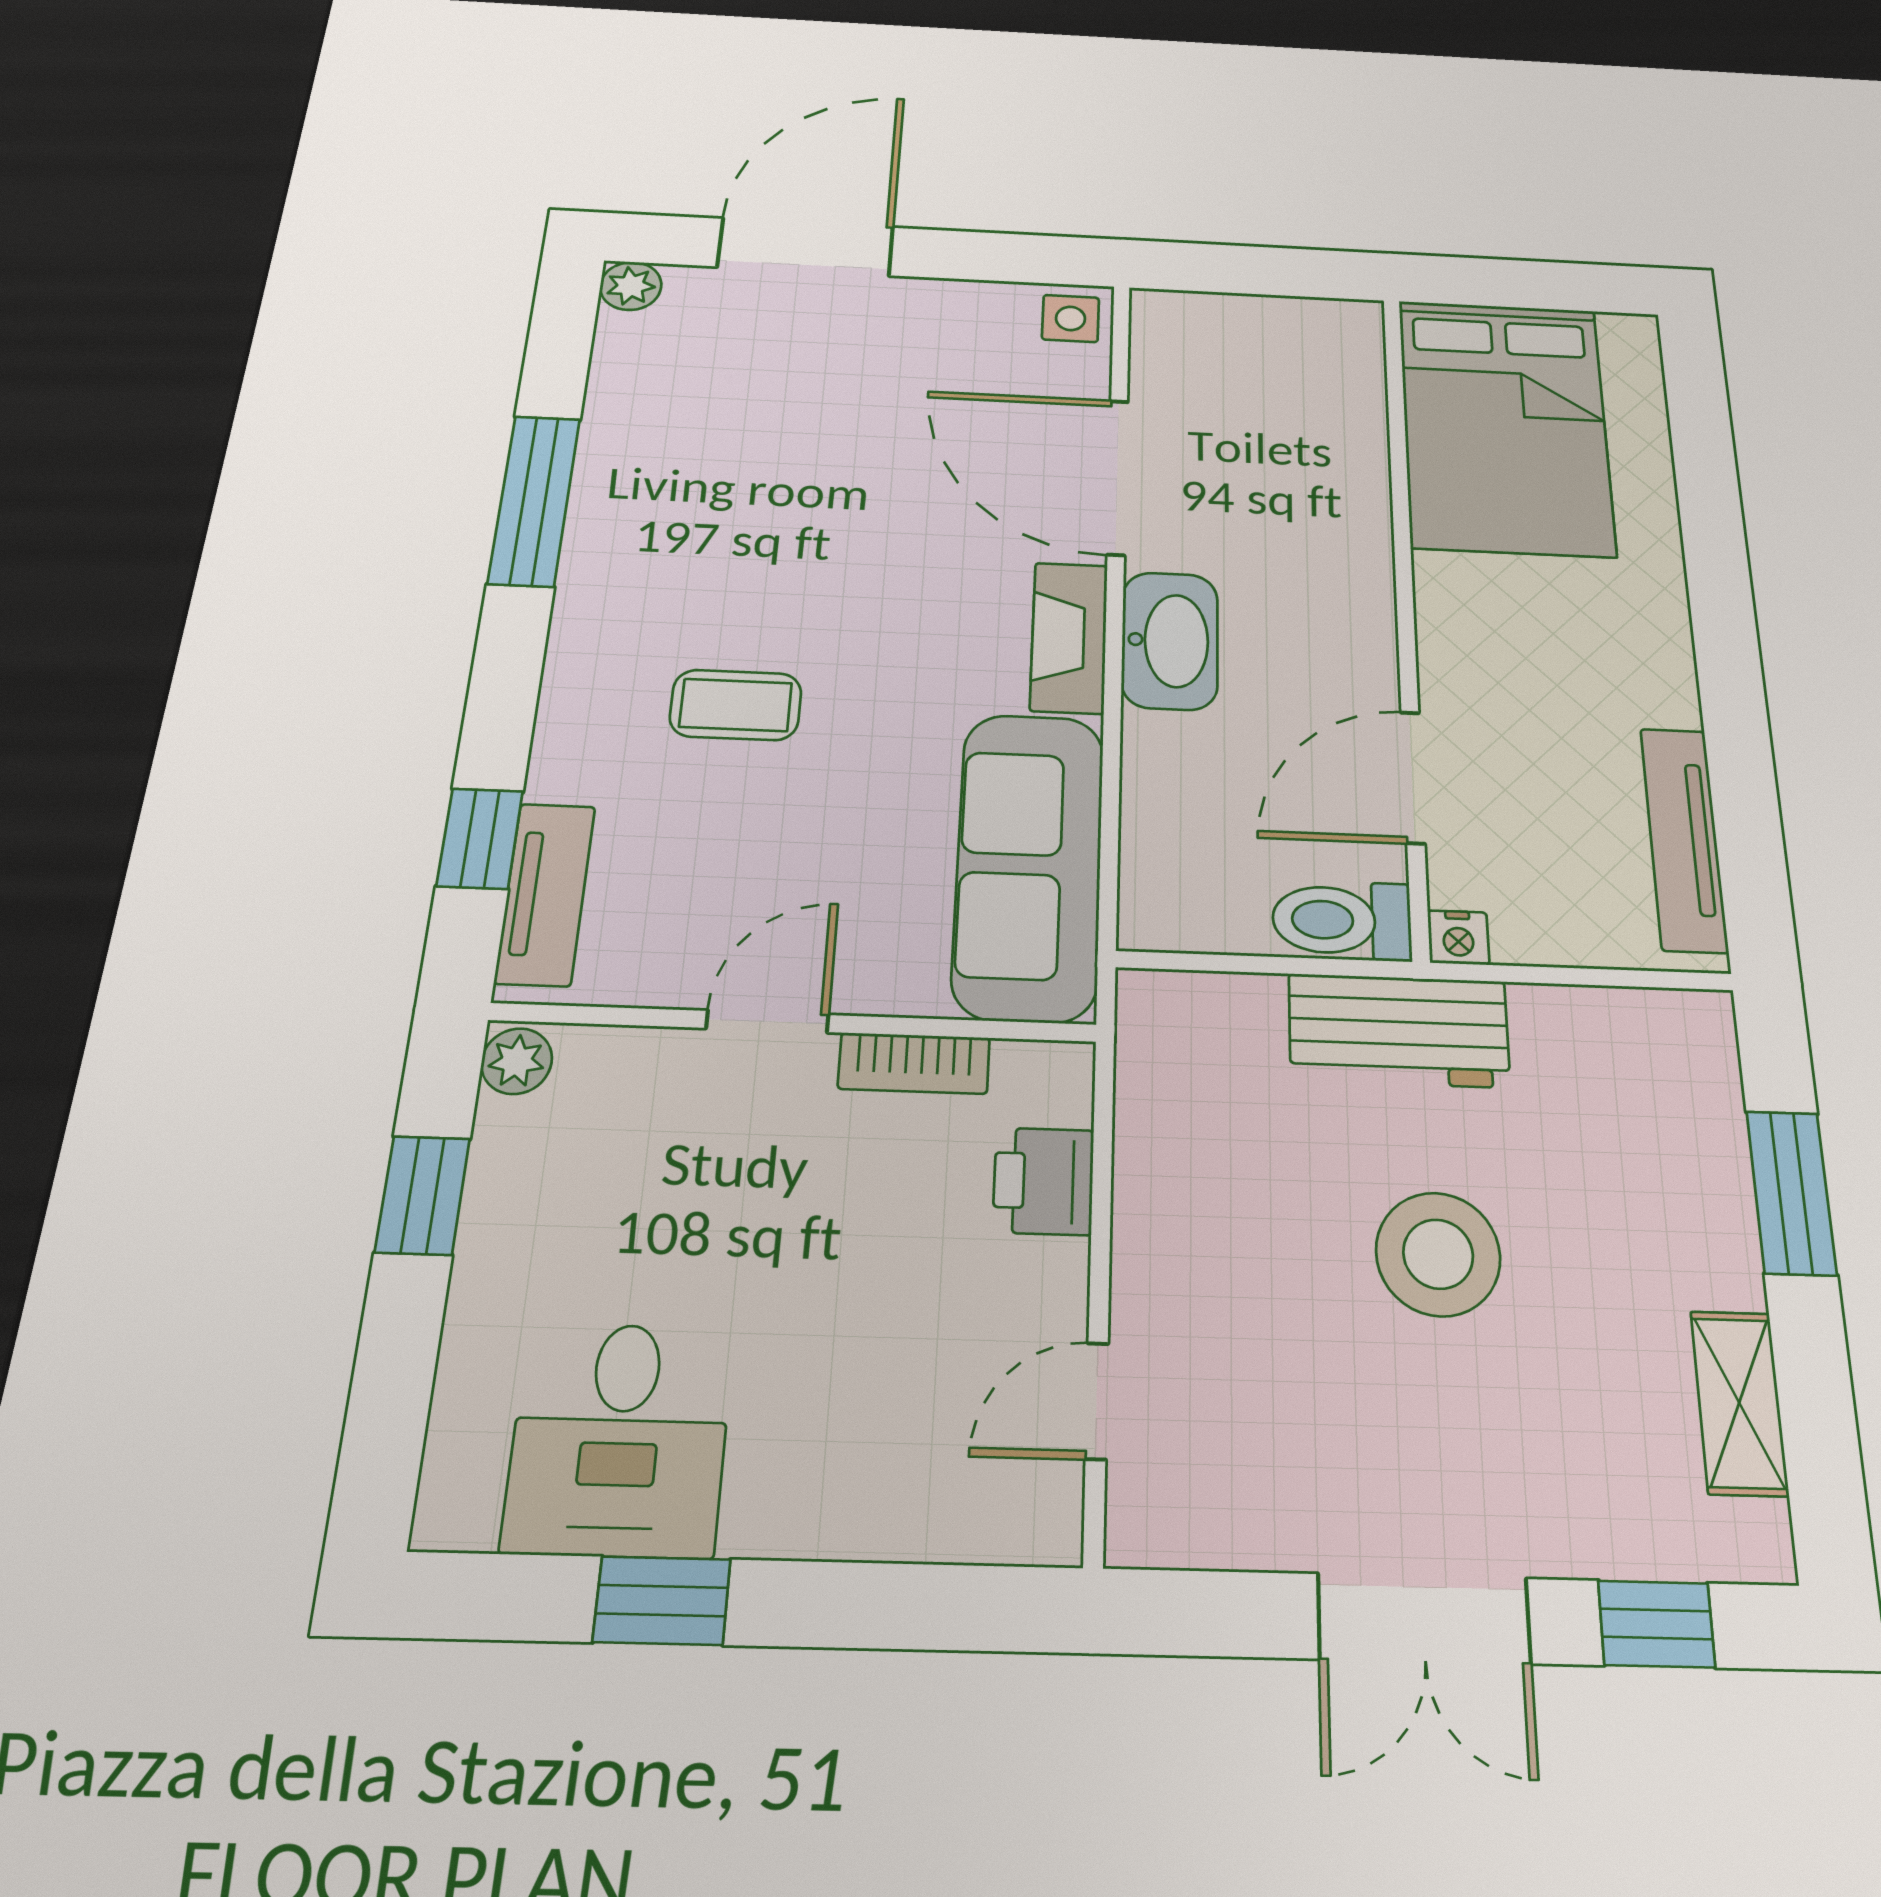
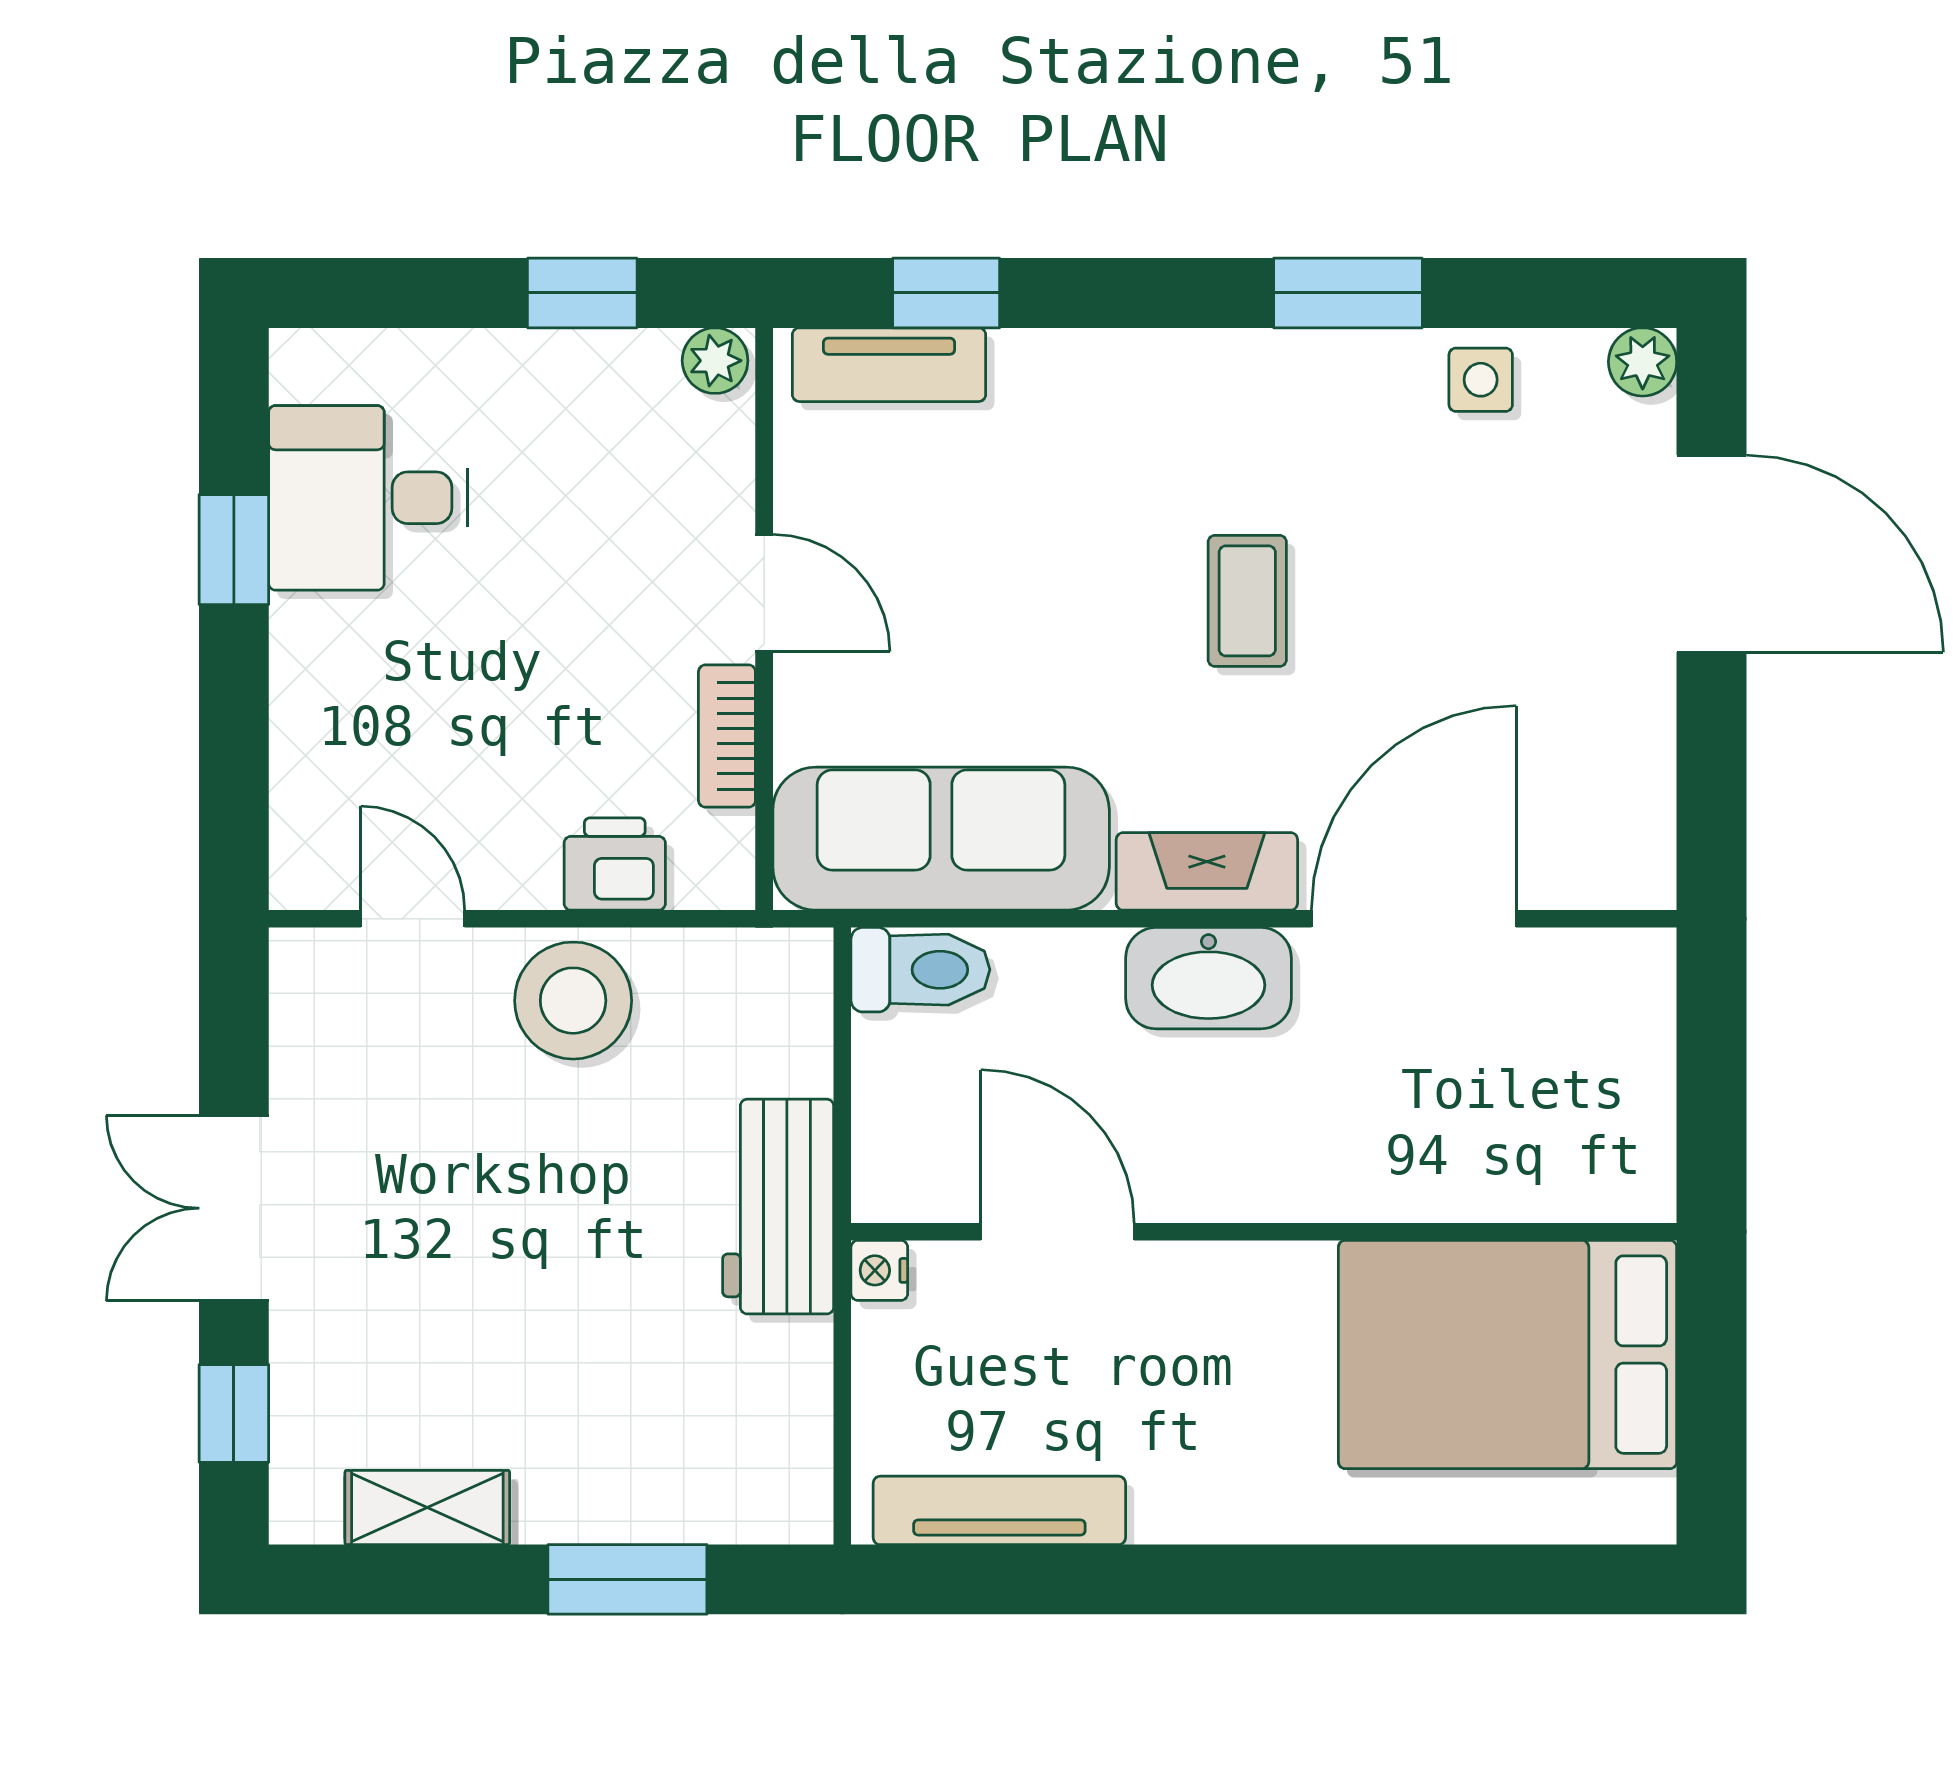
side table: (1071, 318) -> (1481, 380), moved
window: (534, 500) -> (1348, 293), width x0.69
coffee table: (736, 705) -> (1247, 601), moved
toilet: (1342, 920) -> (920, 970), moved, turned 90
stool: (1438, 1254) -> (573, 1001), moved

